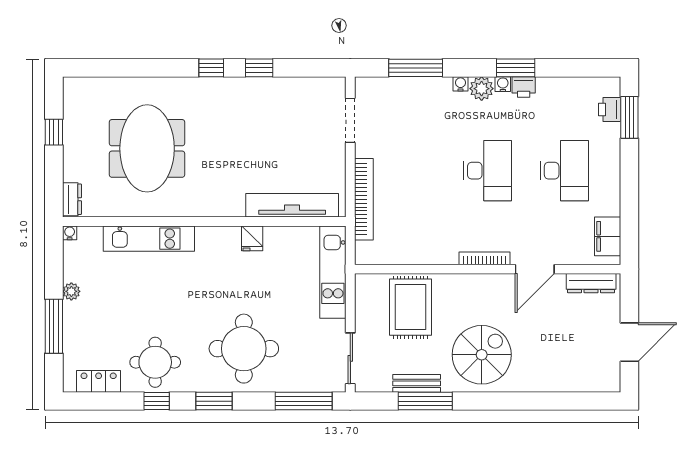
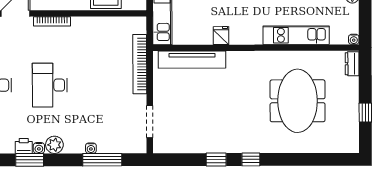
water cooler: (460, 84) -> (91, 148), moved

